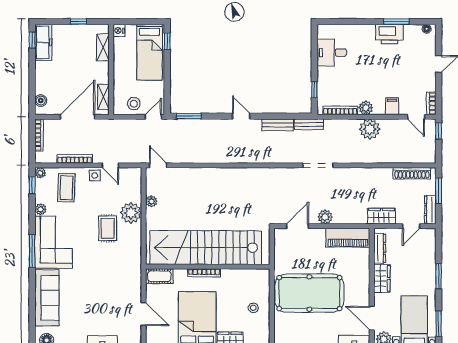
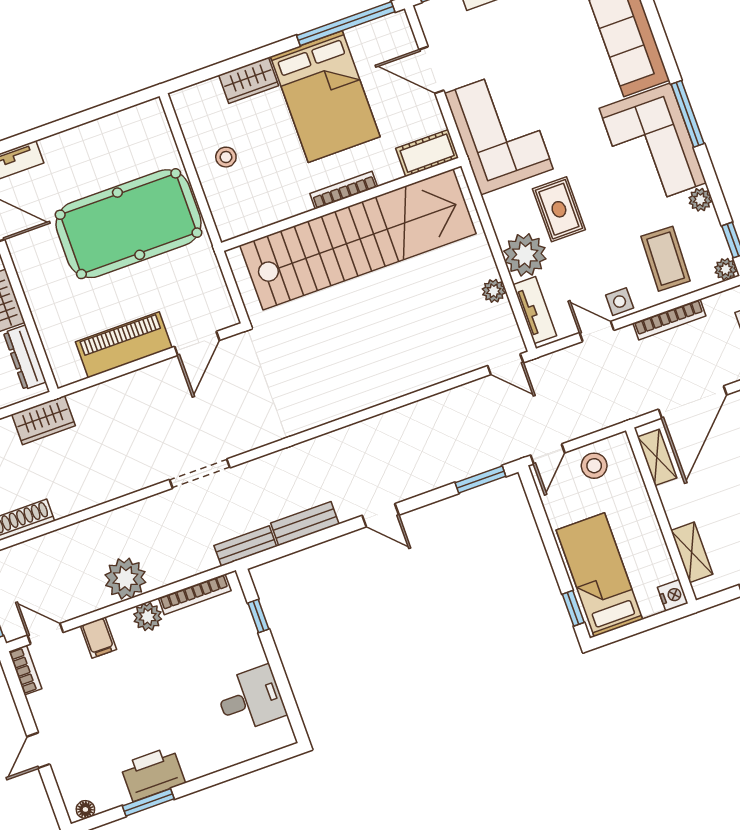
tv unit: (136, 186) -> (535, 310), added
plant: (325, 217) -> (151, 380), removed
piano: (348, 238) -> (124, 345), moved
corner sofa: (123, 274) -> (499, 131), added

